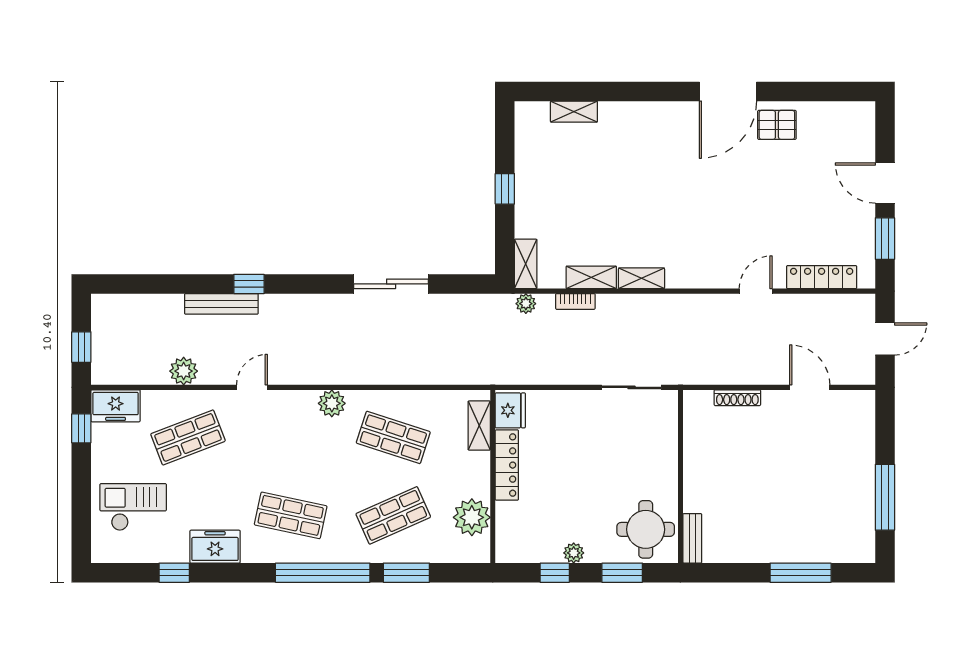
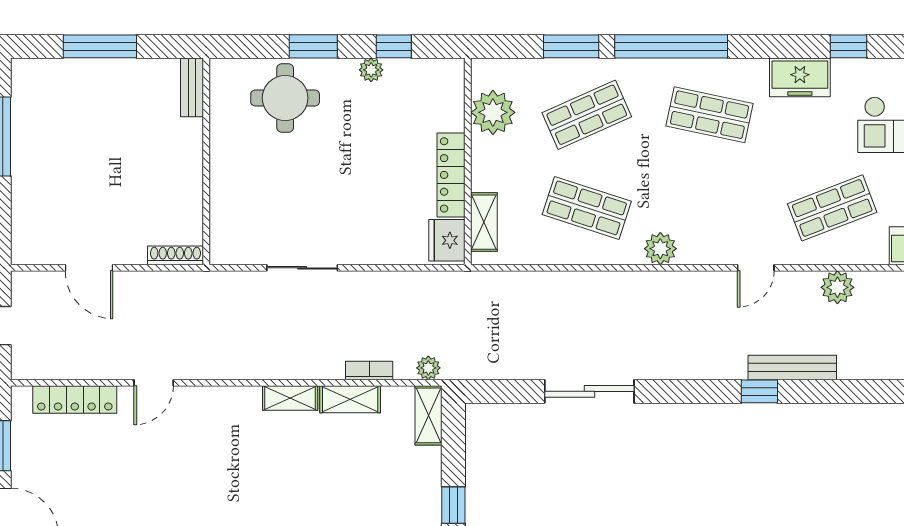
wall: (680, 476) -> (206, 161), moved
bench: (692, 538) -> (192, 87), moved

